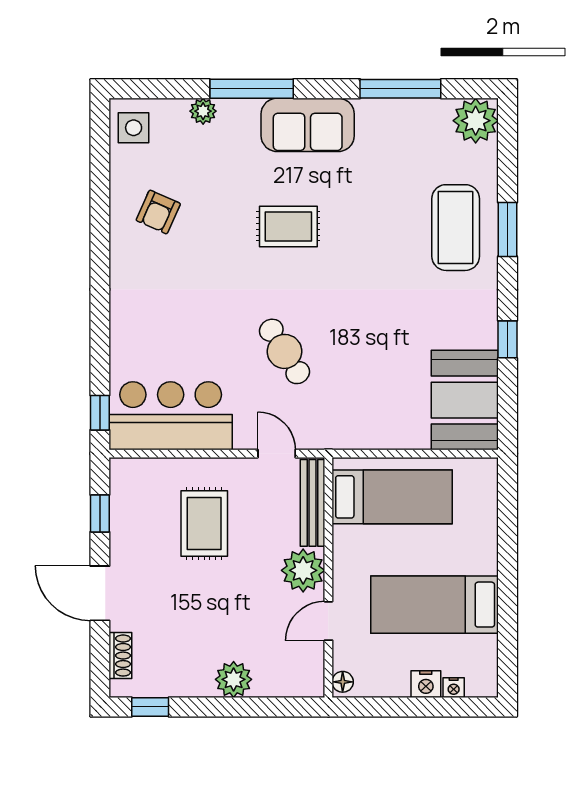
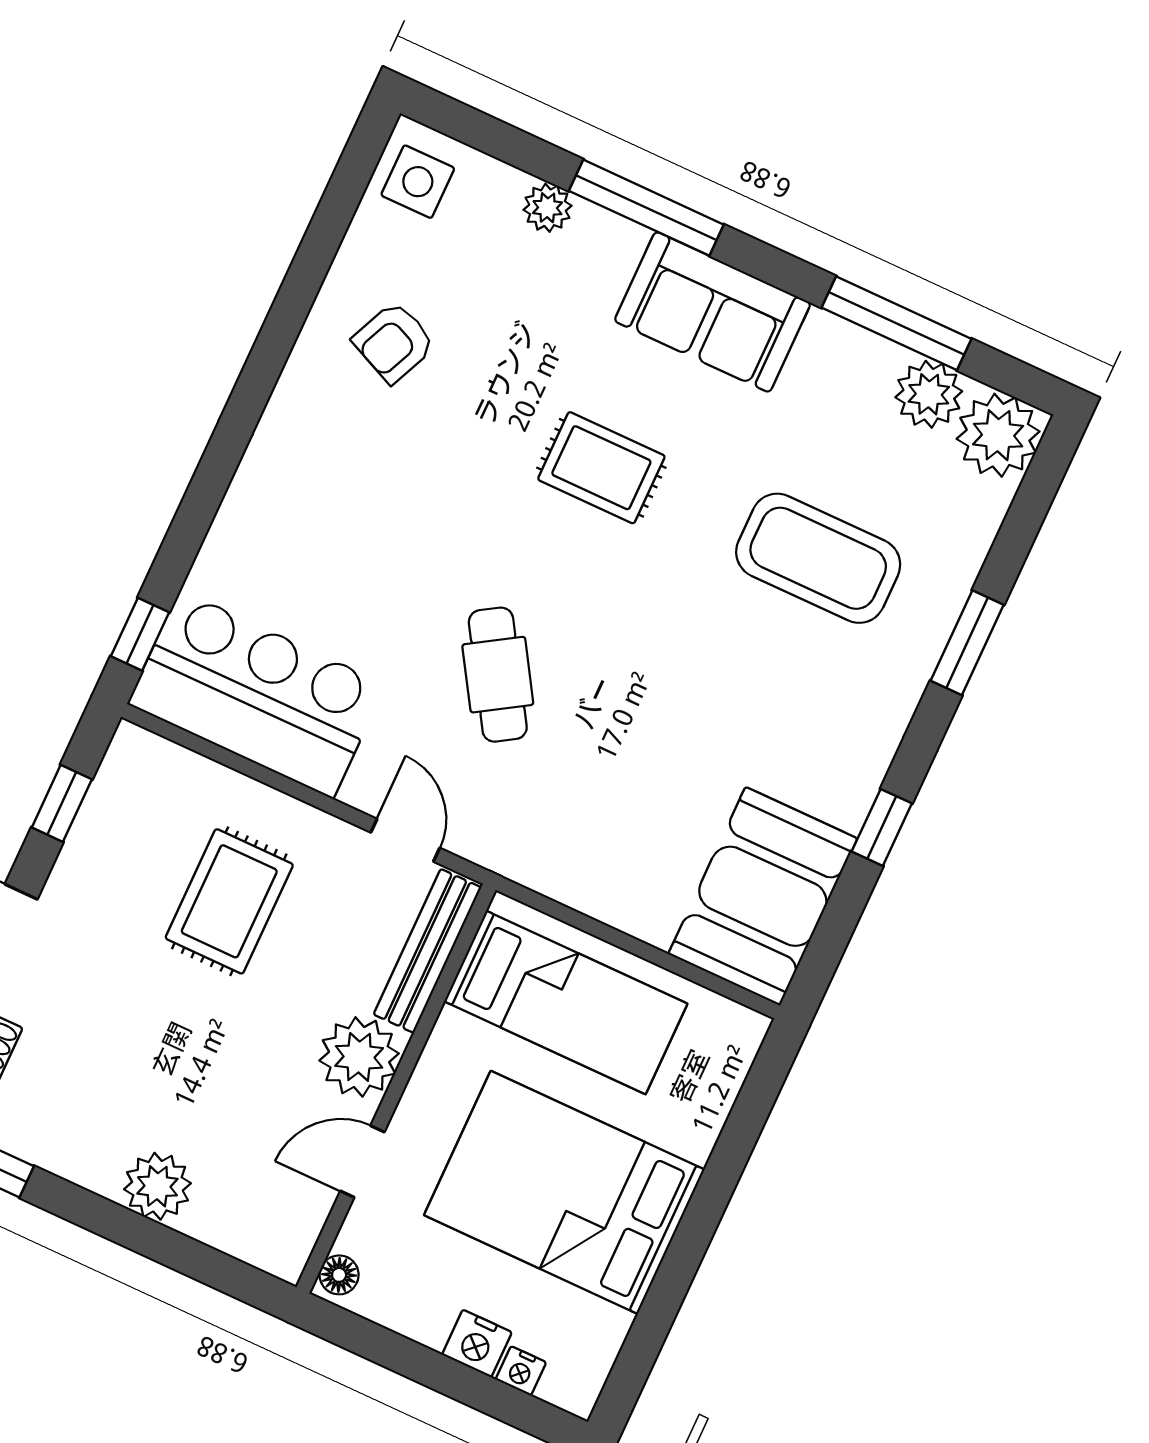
plant: (432, 116) -> (929, 394), added
coffee table: (456, 228) -> (818, 558), moved, turned 90
bed: (434, 605) -> (564, 1192), width x1.50

